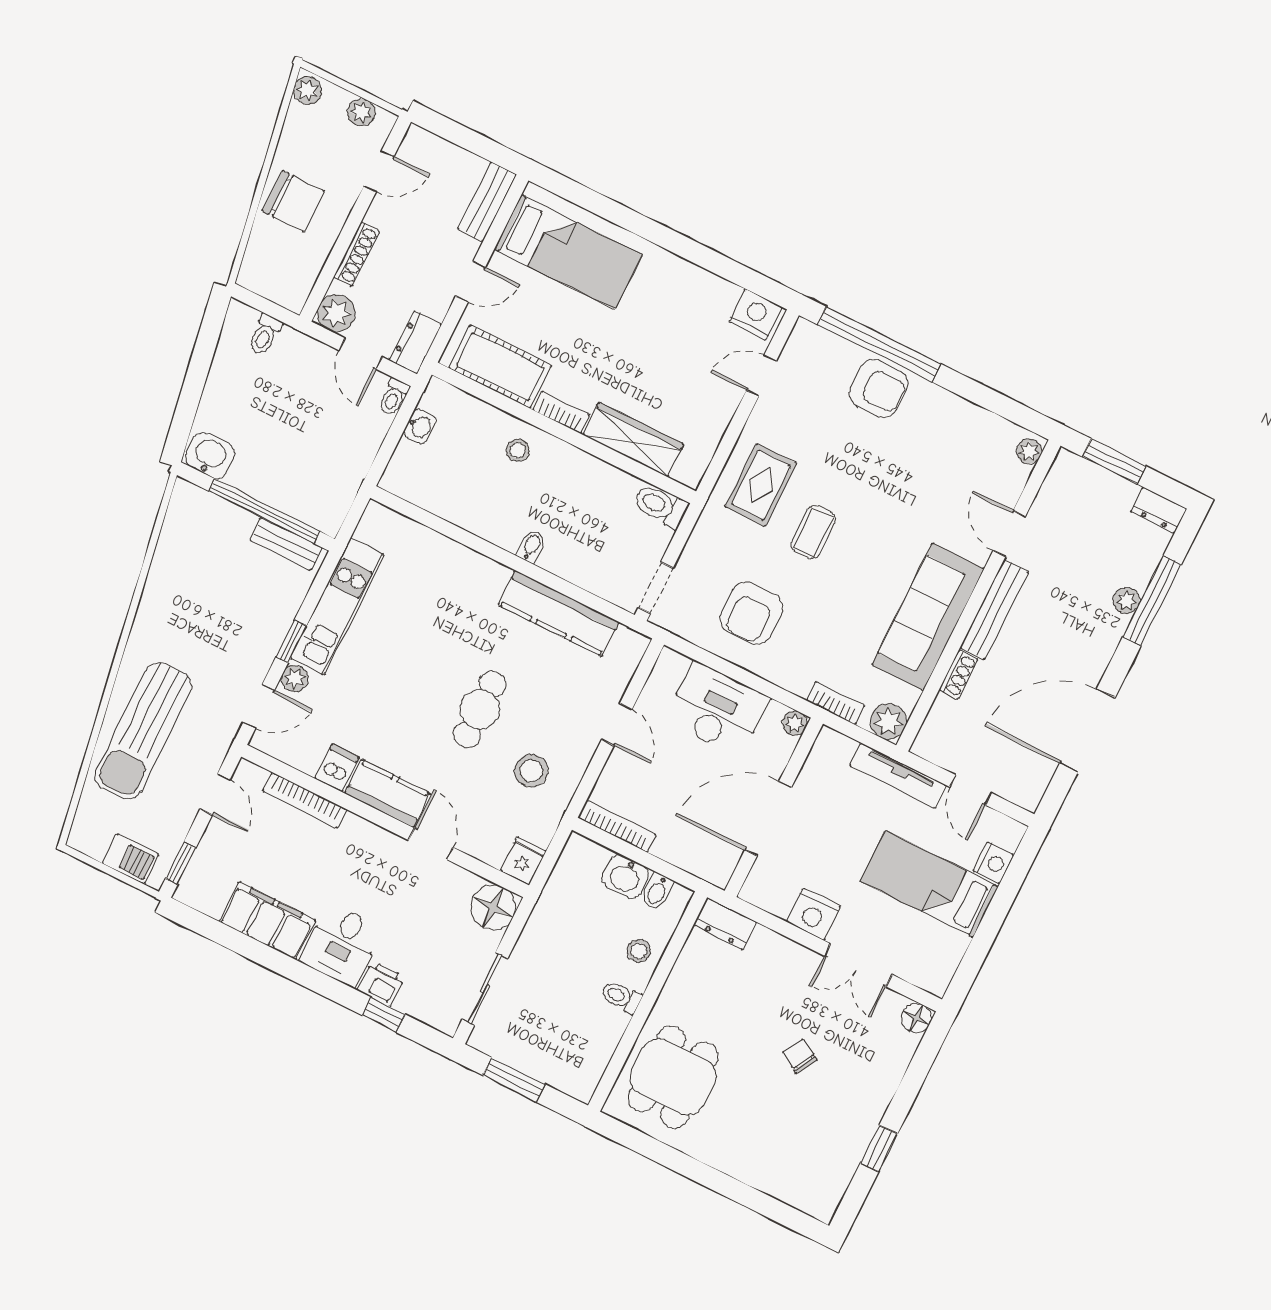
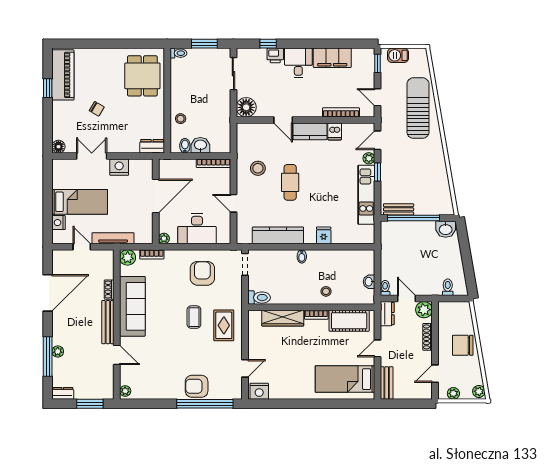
fridge: (523, 861) -> (324, 235), moved, turned 180
toilet: (621, 997) -> (178, 53), moved
piano: (834, 1160) -> (63, 75), added

